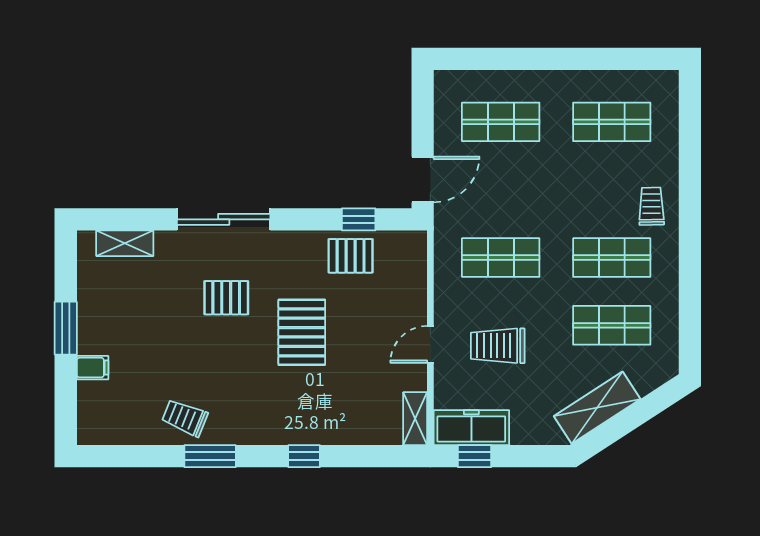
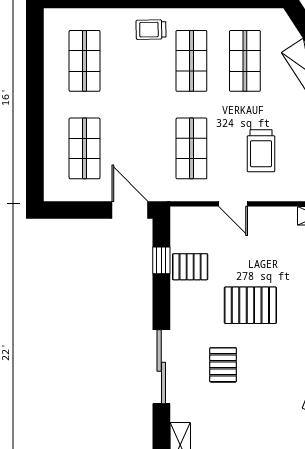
pallet: (351, 256) -> (190, 267), turned 90
door: (430, 344) -> (233, 204), moved

